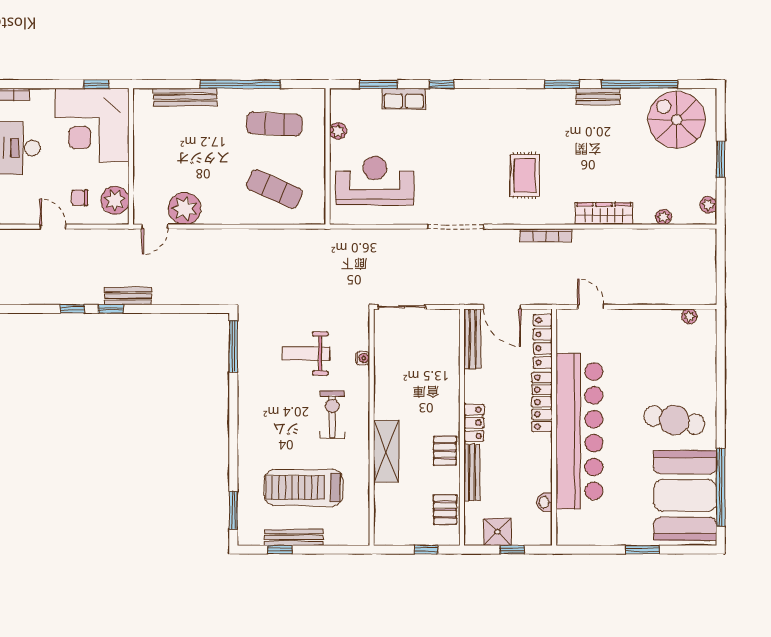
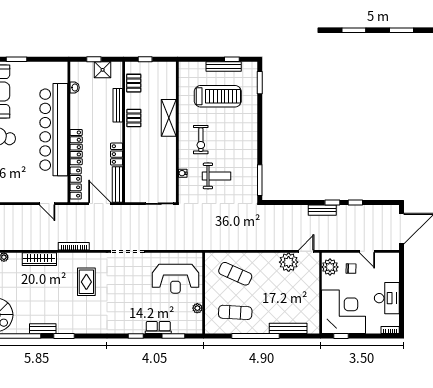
locker: (474, 423) -> (117, 154), moved

